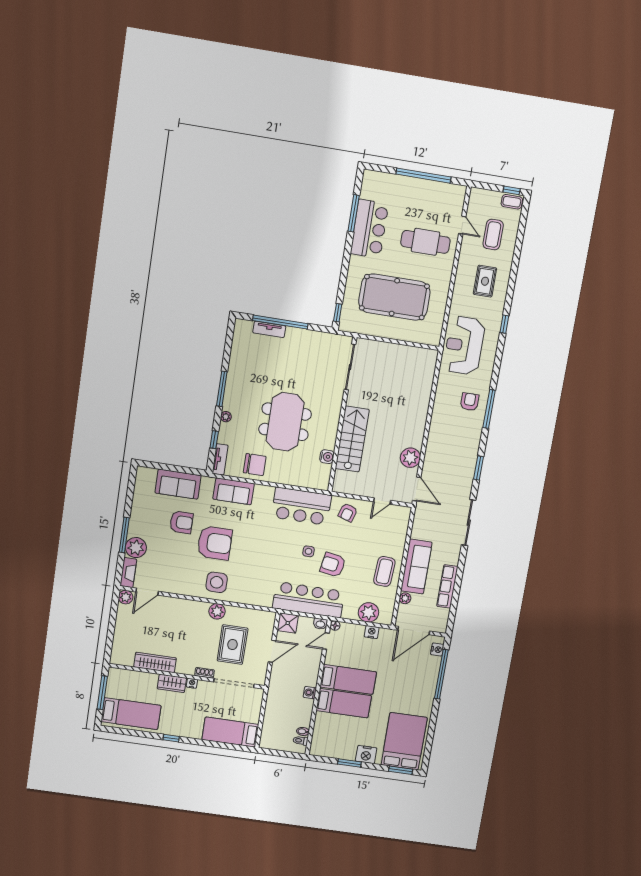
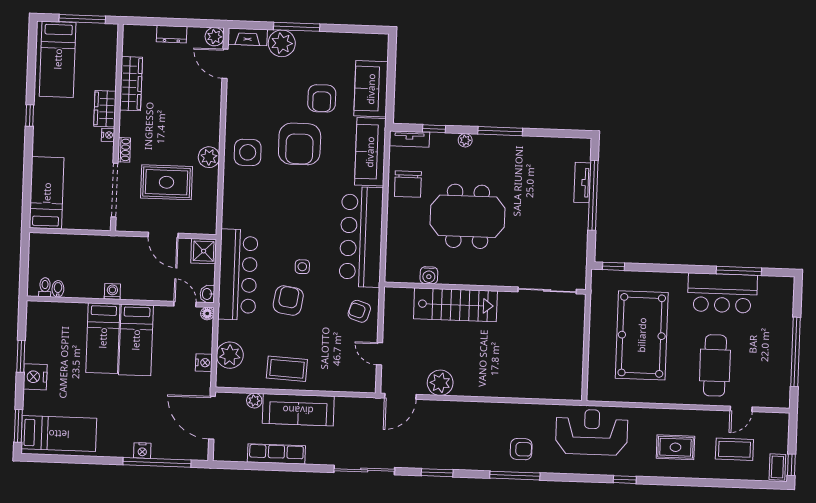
sofa: (234, 491) -> (370, 152), width x1.36
bar counter: (301, 506) -> (361, 237), width x1.36
dresser: (120, 629) -> (172, 34), added
nightstand: (437, 649) -> (142, 451), moved
bed: (404, 741) -> (59, 434), width x0.67

